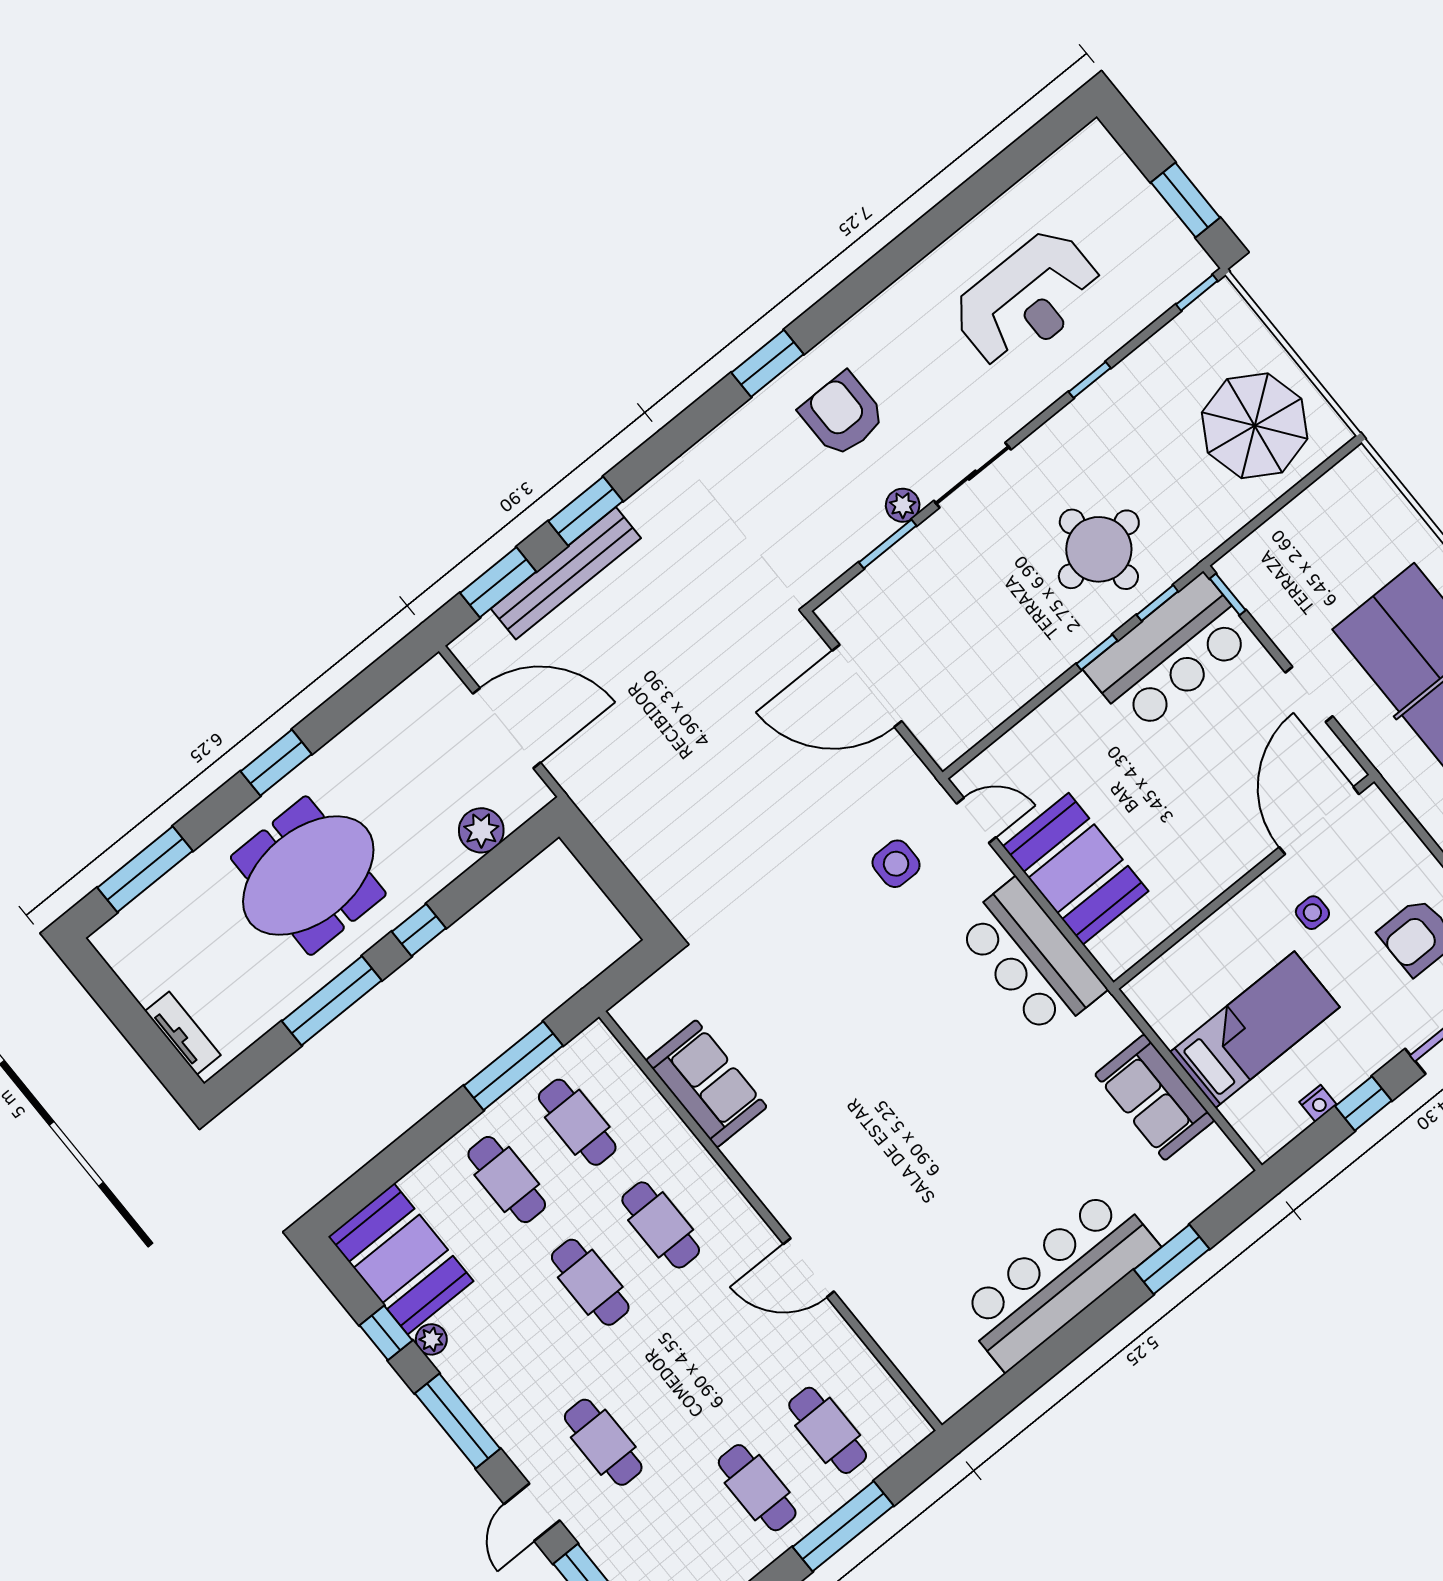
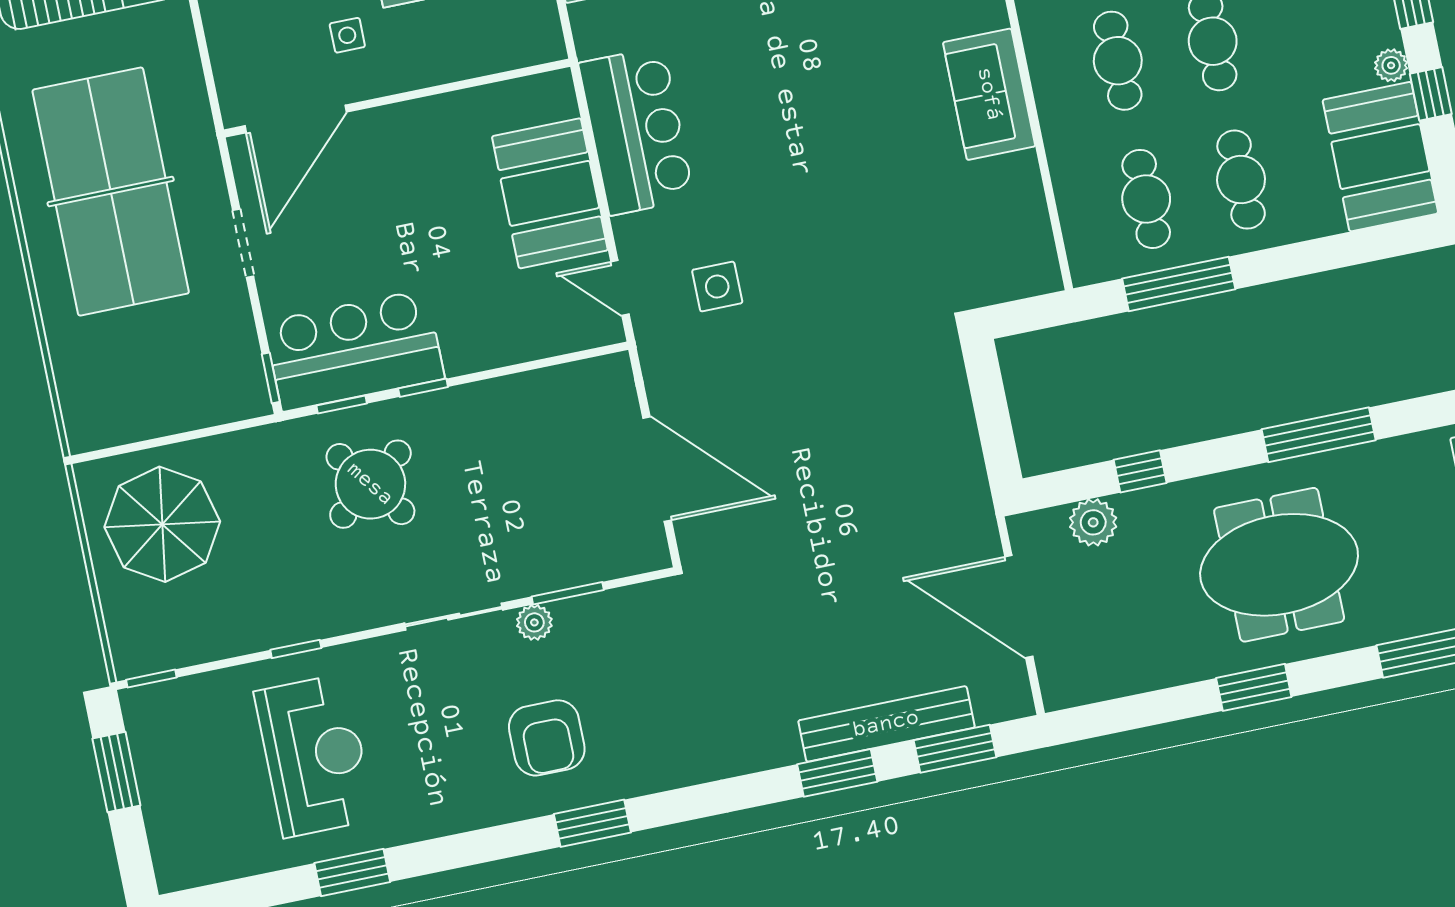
window: (946, 218) -> (352, 873), added
reception desk: (1028, 299) -> (315, 756), turned 90
round table: (1099, 549) -> (370, 484), turned -32
window: (419, 930) -> (1140, 471), moved
sofa: (706, 1084) -> (989, 94), moved

